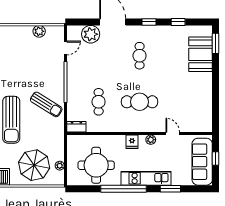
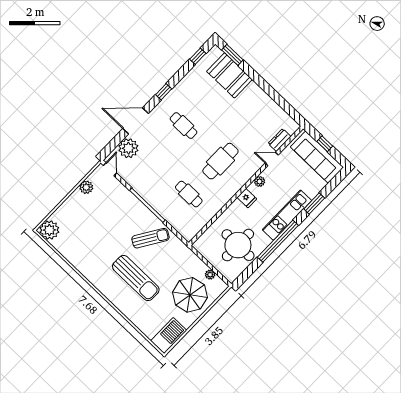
window: (178, 22) -> (198, 56), moved
door: (66, 48) -> (110, 169), moved
dresser: (76, 127) -> (280, 140), moved

